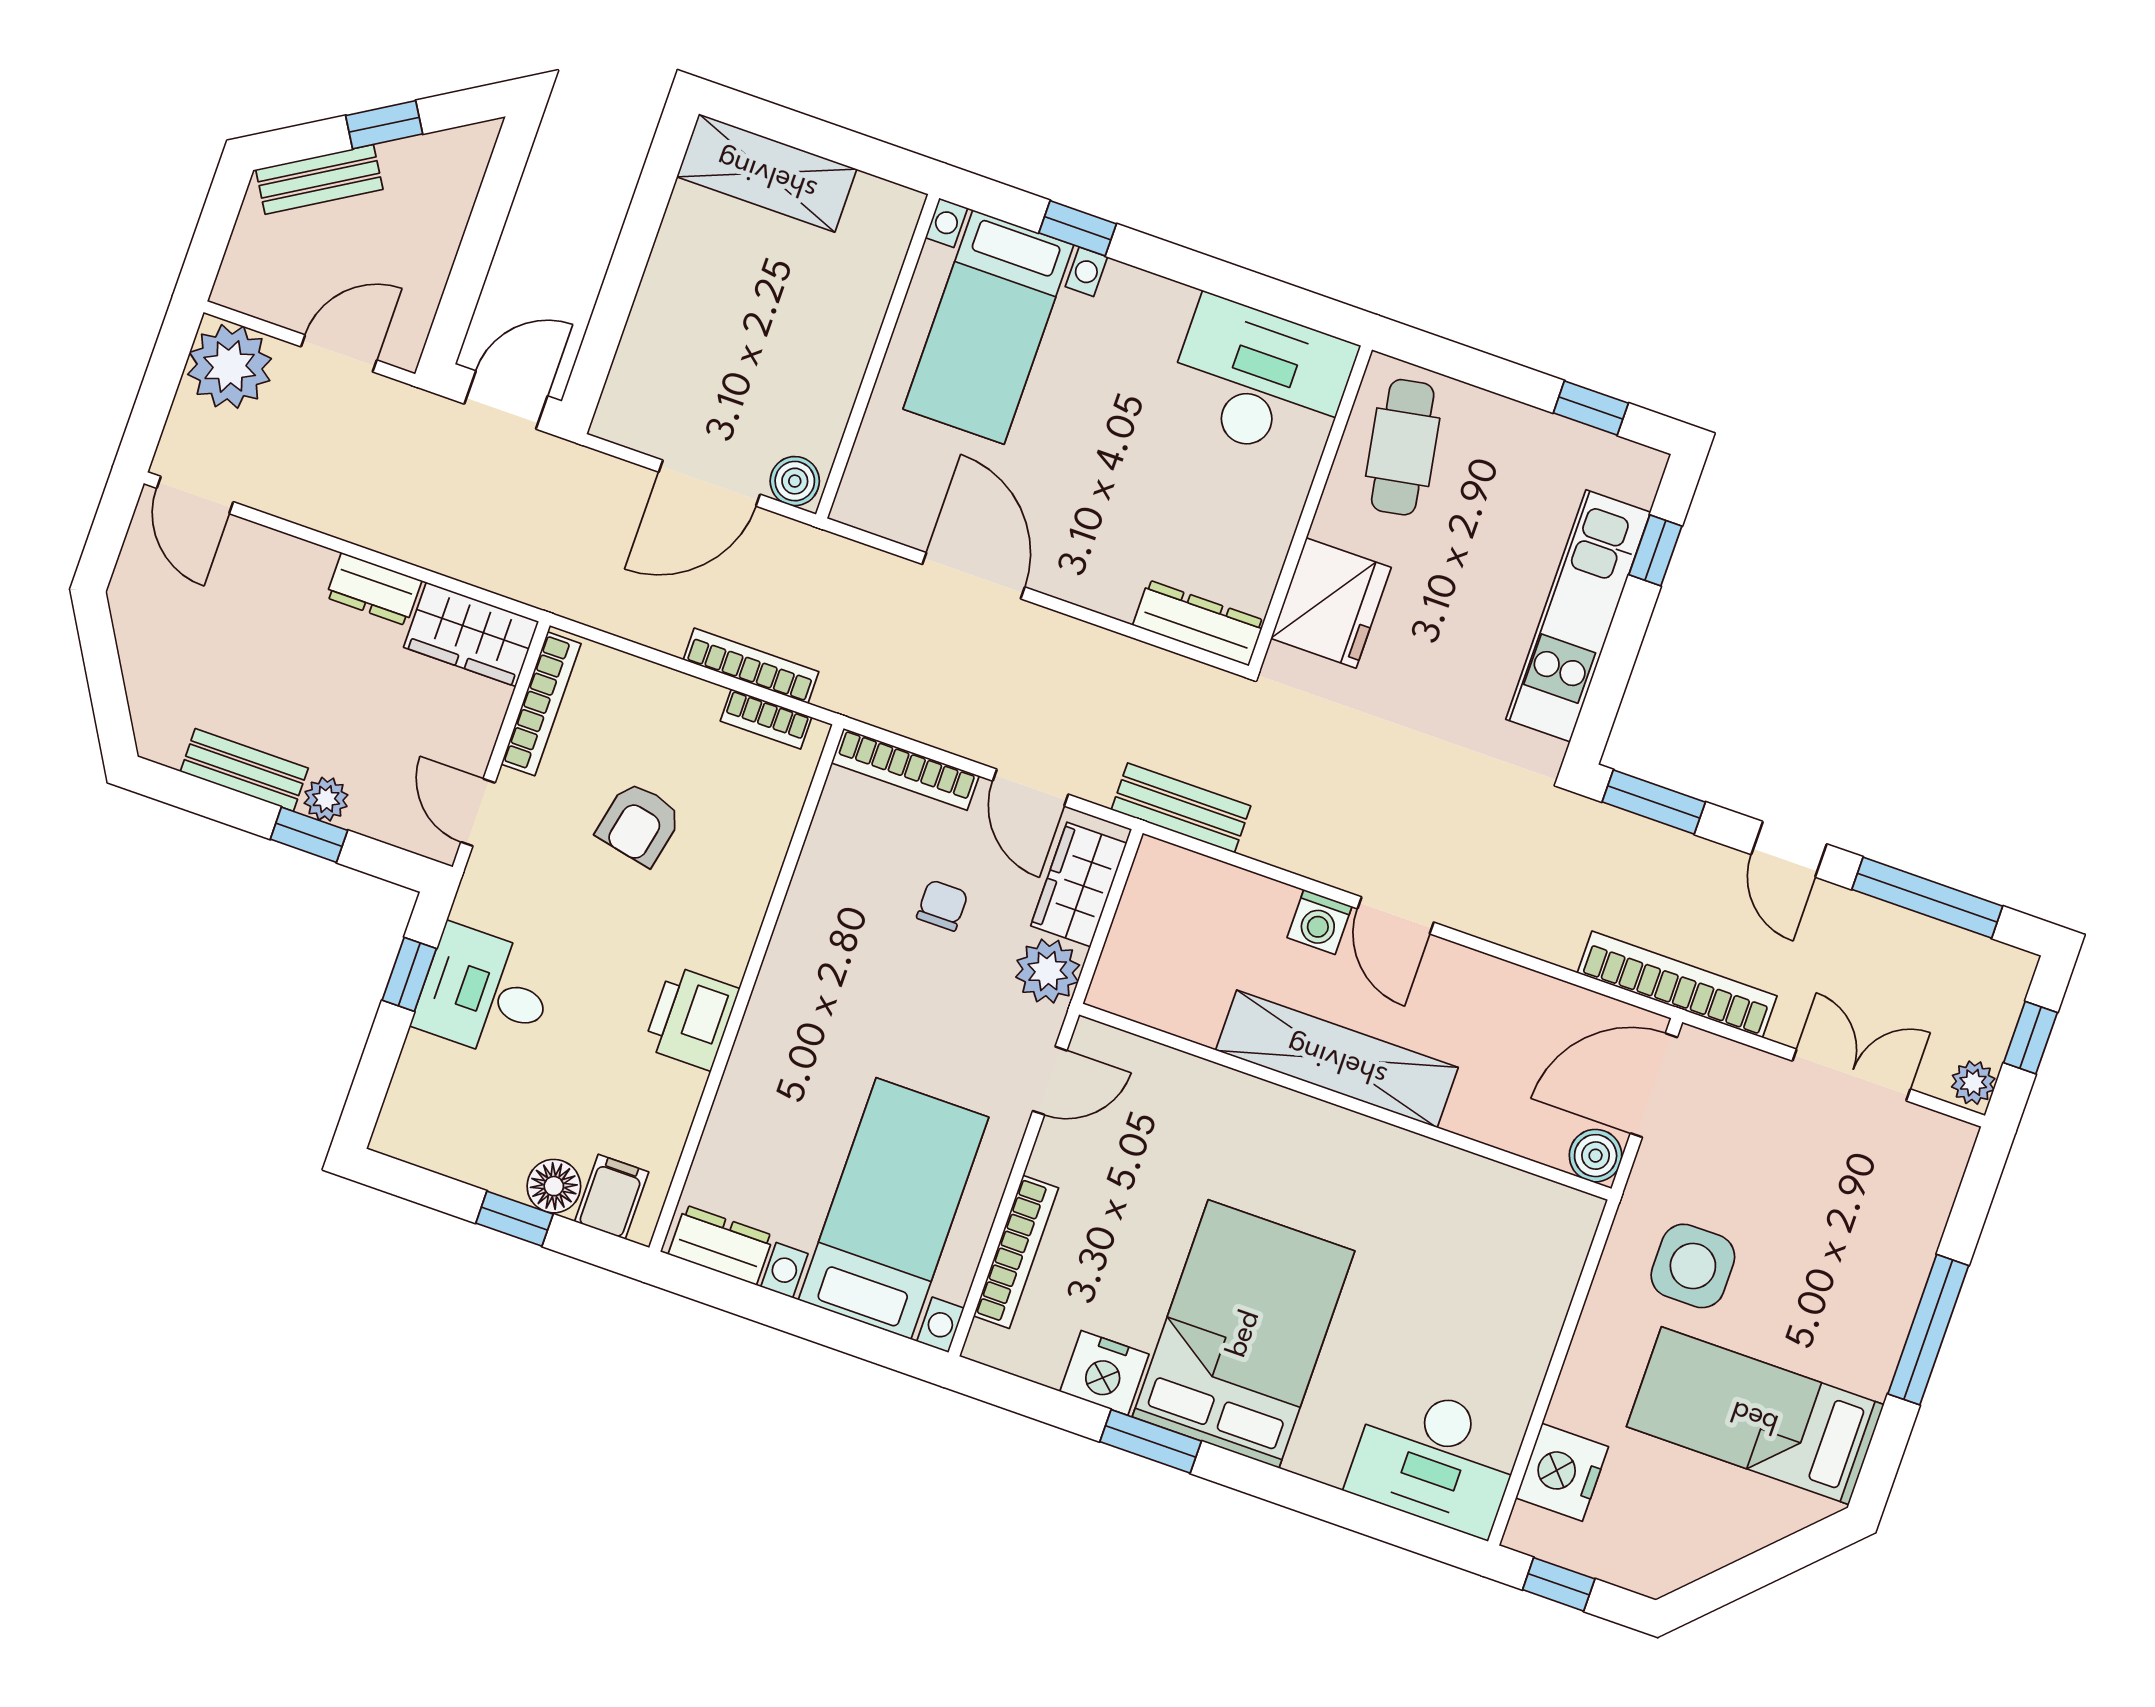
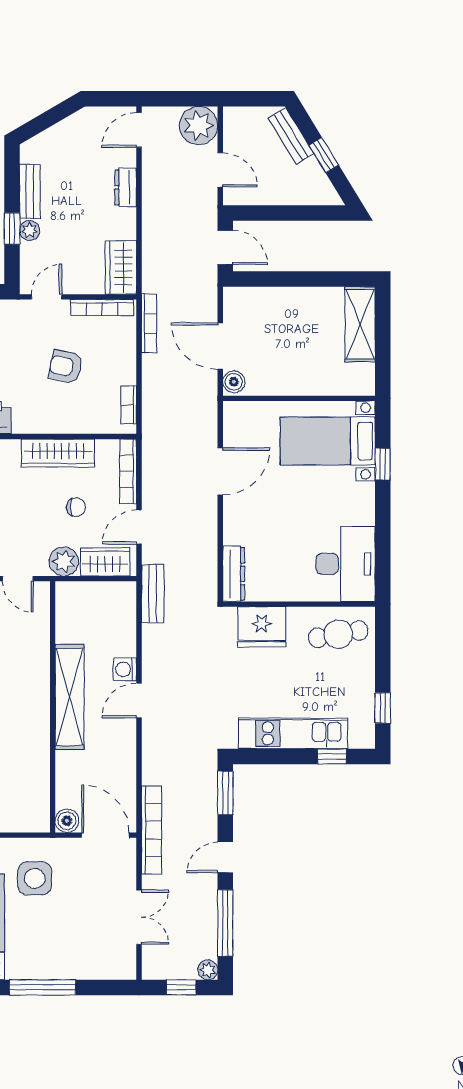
dresser: (374, 589) -> (126, 187), moved
bookcase: (751, 666) -> (149, 323), moved
wardrobe: (815, 904) -> (58, 453), added
plant: (1973, 1083) -> (208, 970), moved

